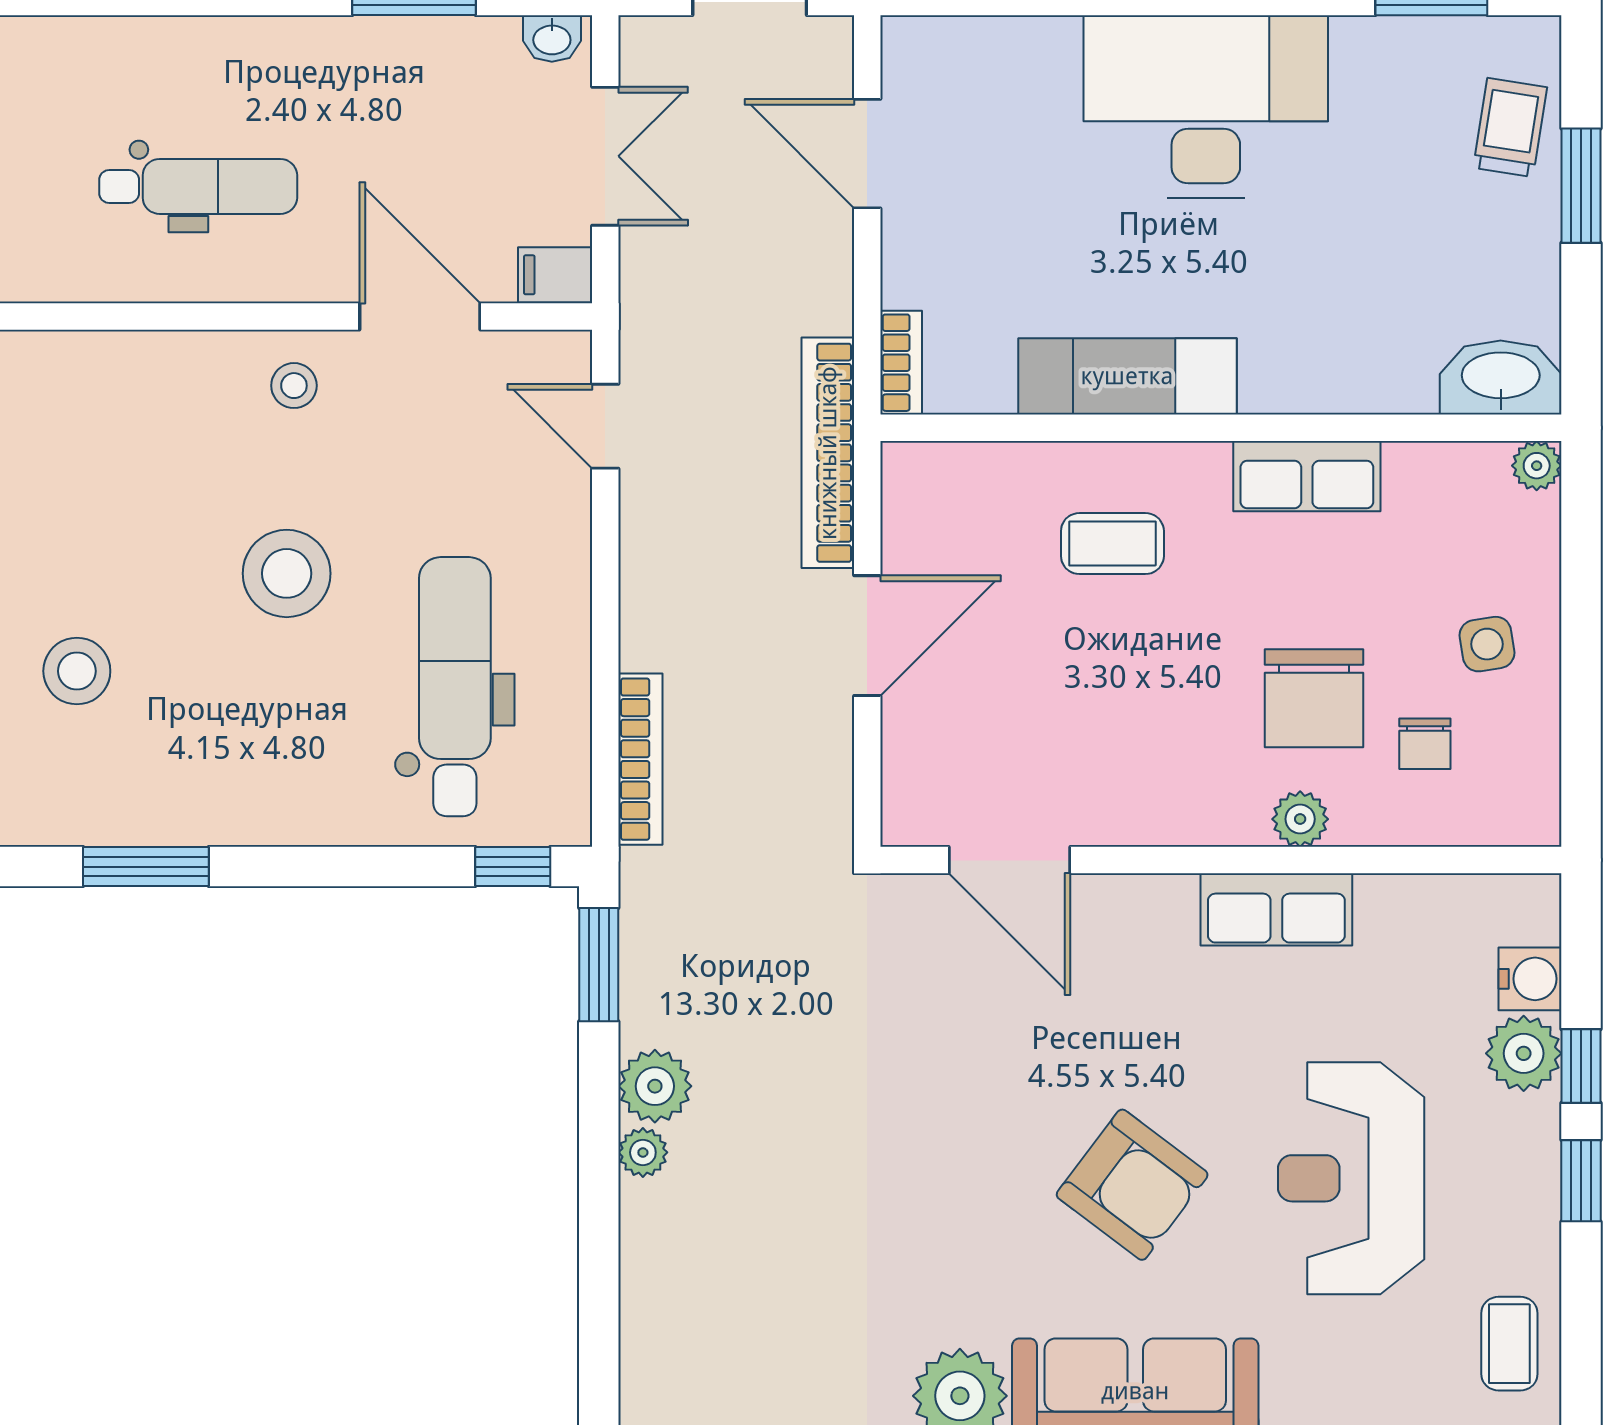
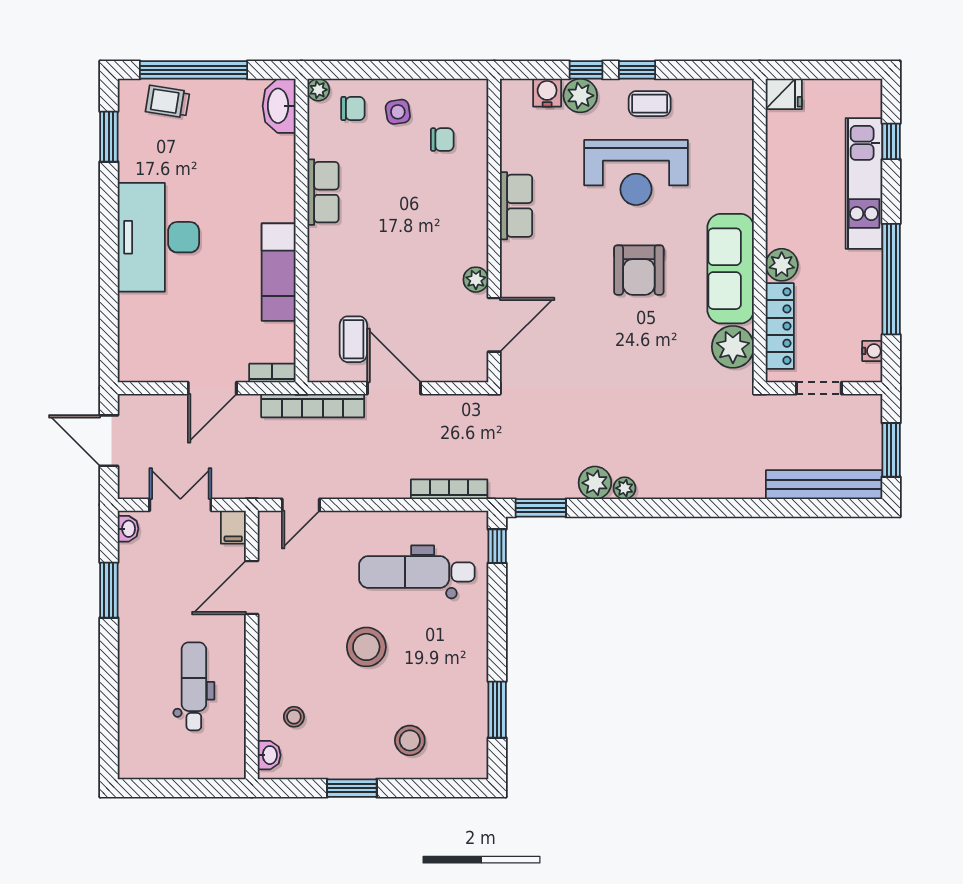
door: (867, 154) -> (212, 388), moved
window: (1581, 186) -> (193, 70), width x2.11
washbasin: (44, 355) -> (269, 755), added
stool: (294, 386) -> (294, 717), moved
coffee table: (1112, 544) -> (353, 339), moved
chair: (1314, 698) -> (353, 109), moved, width x0.54, depth x0.54
plant: (1300, 819) -> (476, 280), moved
armchair: (1132, 1185) -> (639, 270), turned 143
coffee table: (1509, 1344) -> (650, 104), moved

